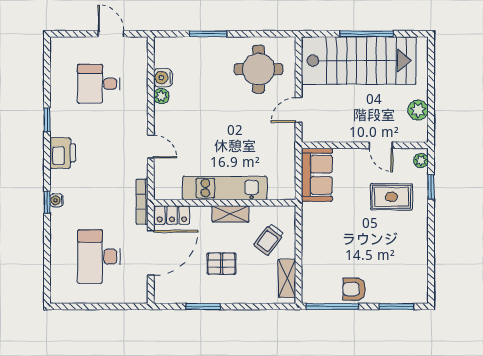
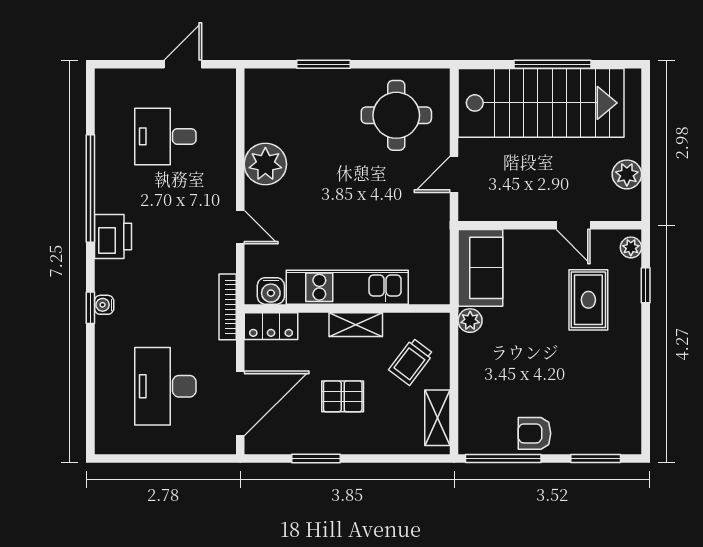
door: (111, 34) -> (183, 64), hinge flipped
water cooler: (163, 78) -> (271, 291), moved, turned -90
plant: (161, 96) -> (265, 164), width x1.87, depth x1.87
window: (47, 120) -> (90, 189), width x3.17
rug: (391, 197) -> (588, 300), turned 90
plant: (310, 211) -> (470, 321), added
door: (151, 253) -> (240, 403), moved

